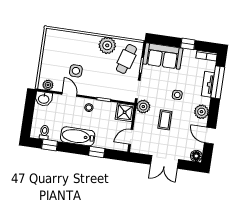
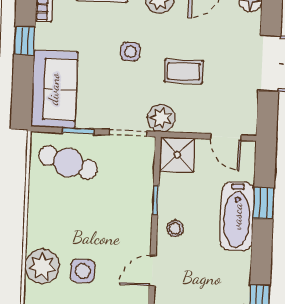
plant: (107, 45) -> (42, 266), moved
side table: (76, 71) -> (83, 271), moved
bathtub: (78, 136) -> (237, 216), moved

